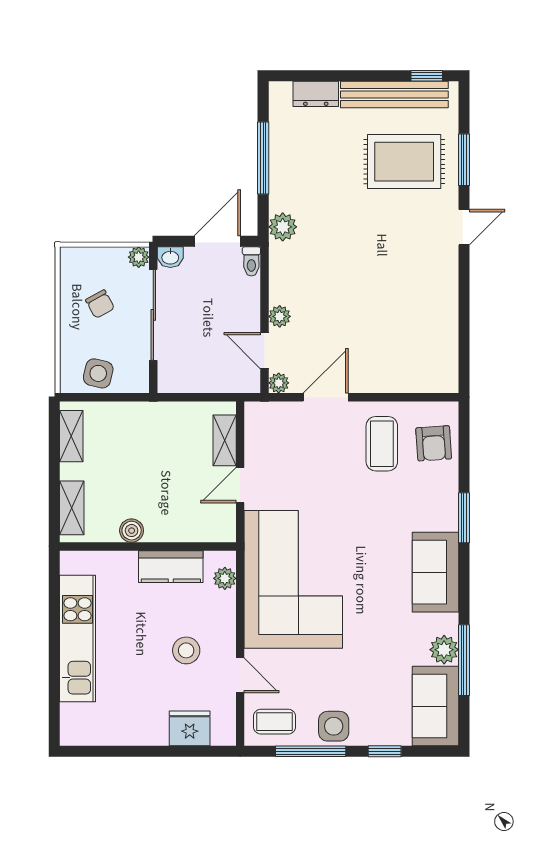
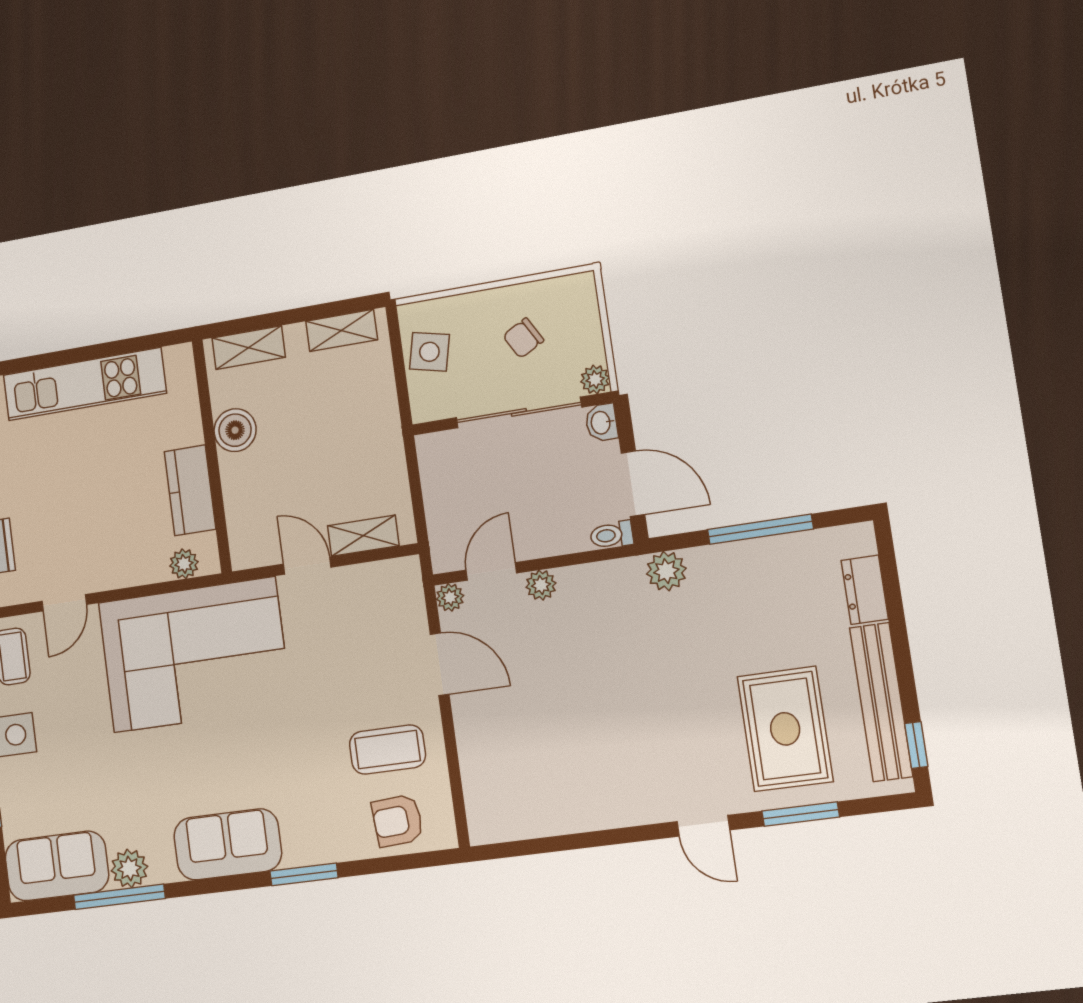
boiler: (132, 531) -> (235, 430), width x1.36, depth x1.36
stool: (186, 650) -> (87, 528), removed

